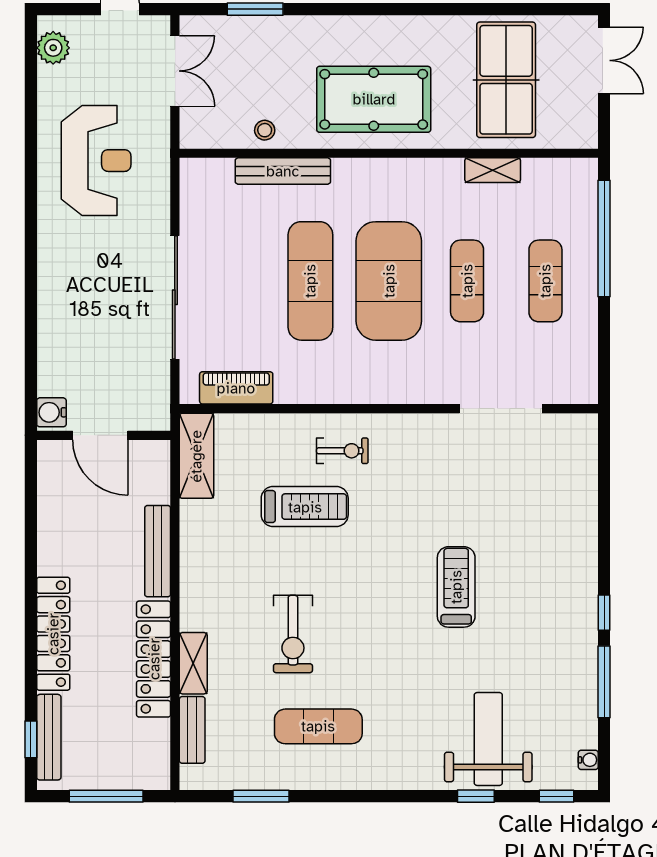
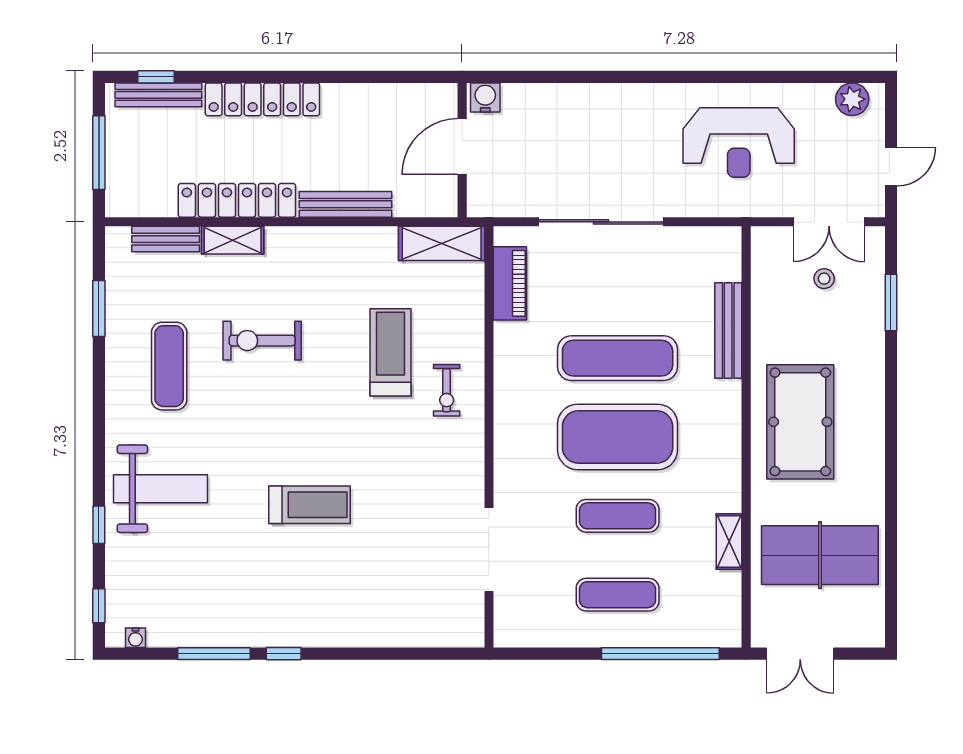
double door: (604, 60) -> (800, 654), moved
stool: (265, 130) -> (824, 279), moved
treadmill: (305, 507) -> (390, 352), turned 180
weight bench: (488, 739) -> (161, 489), moved

